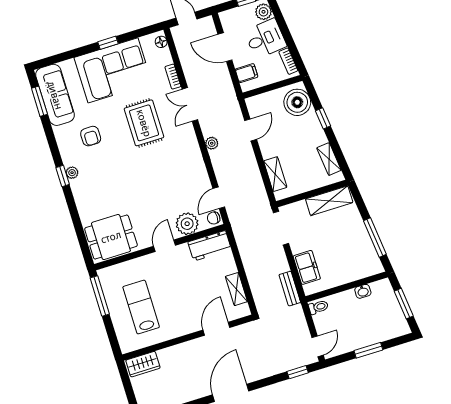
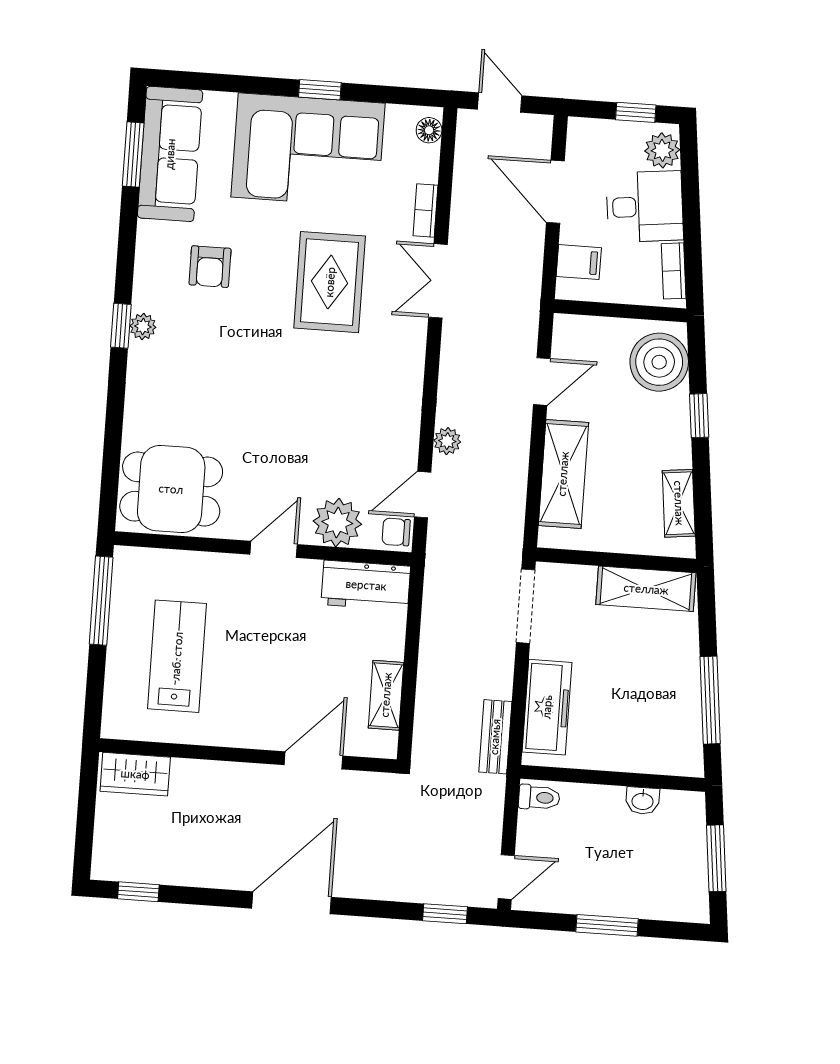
plant: (212, 143) -> (447, 441), moved
shelving: (275, 174) -> (563, 474), width x1.50, depth x1.33
freezer: (307, 267) -> (547, 707), width x1.40

